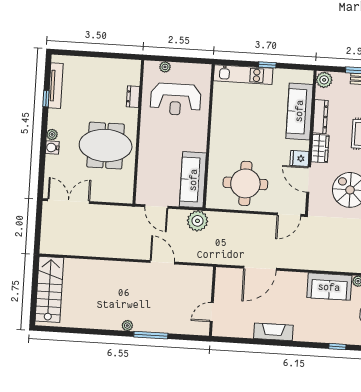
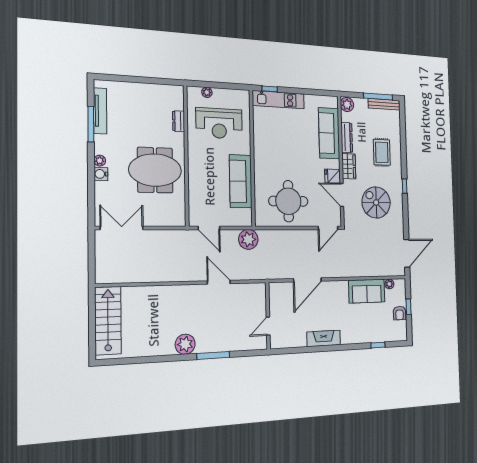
window: (267, 65) -> (270, 89), moved
window: (46, 99) -> (91, 124), width x2.17
sofa: (193, 180) -> (241, 181), moved
plant: (127, 326) -> (185, 344), width x1.88, depth x1.88

